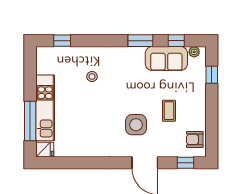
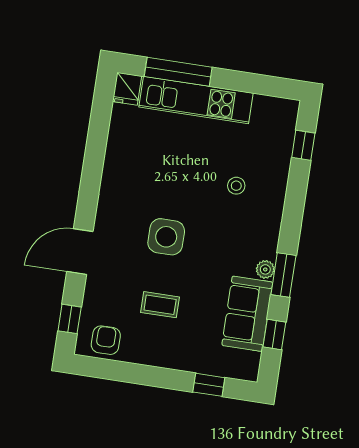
plant: (194, 52) -> (265, 269), moved
side table: (136, 125) -> (166, 237), moved

